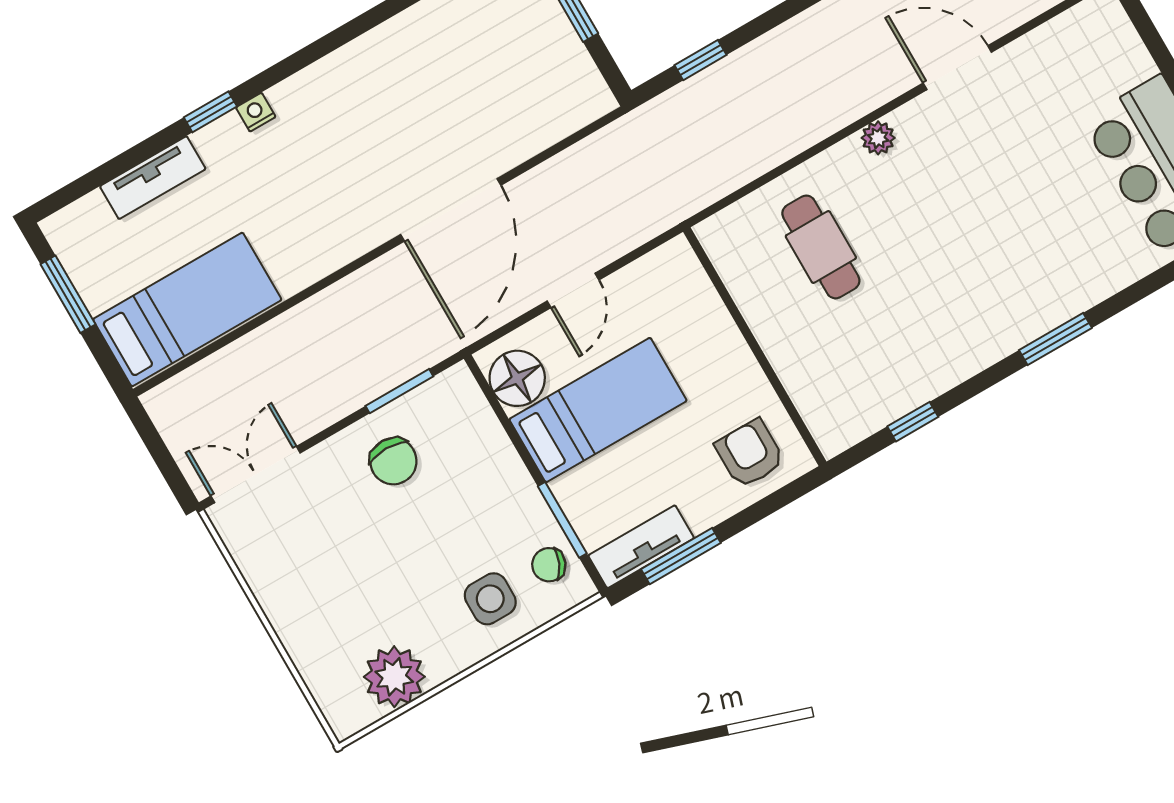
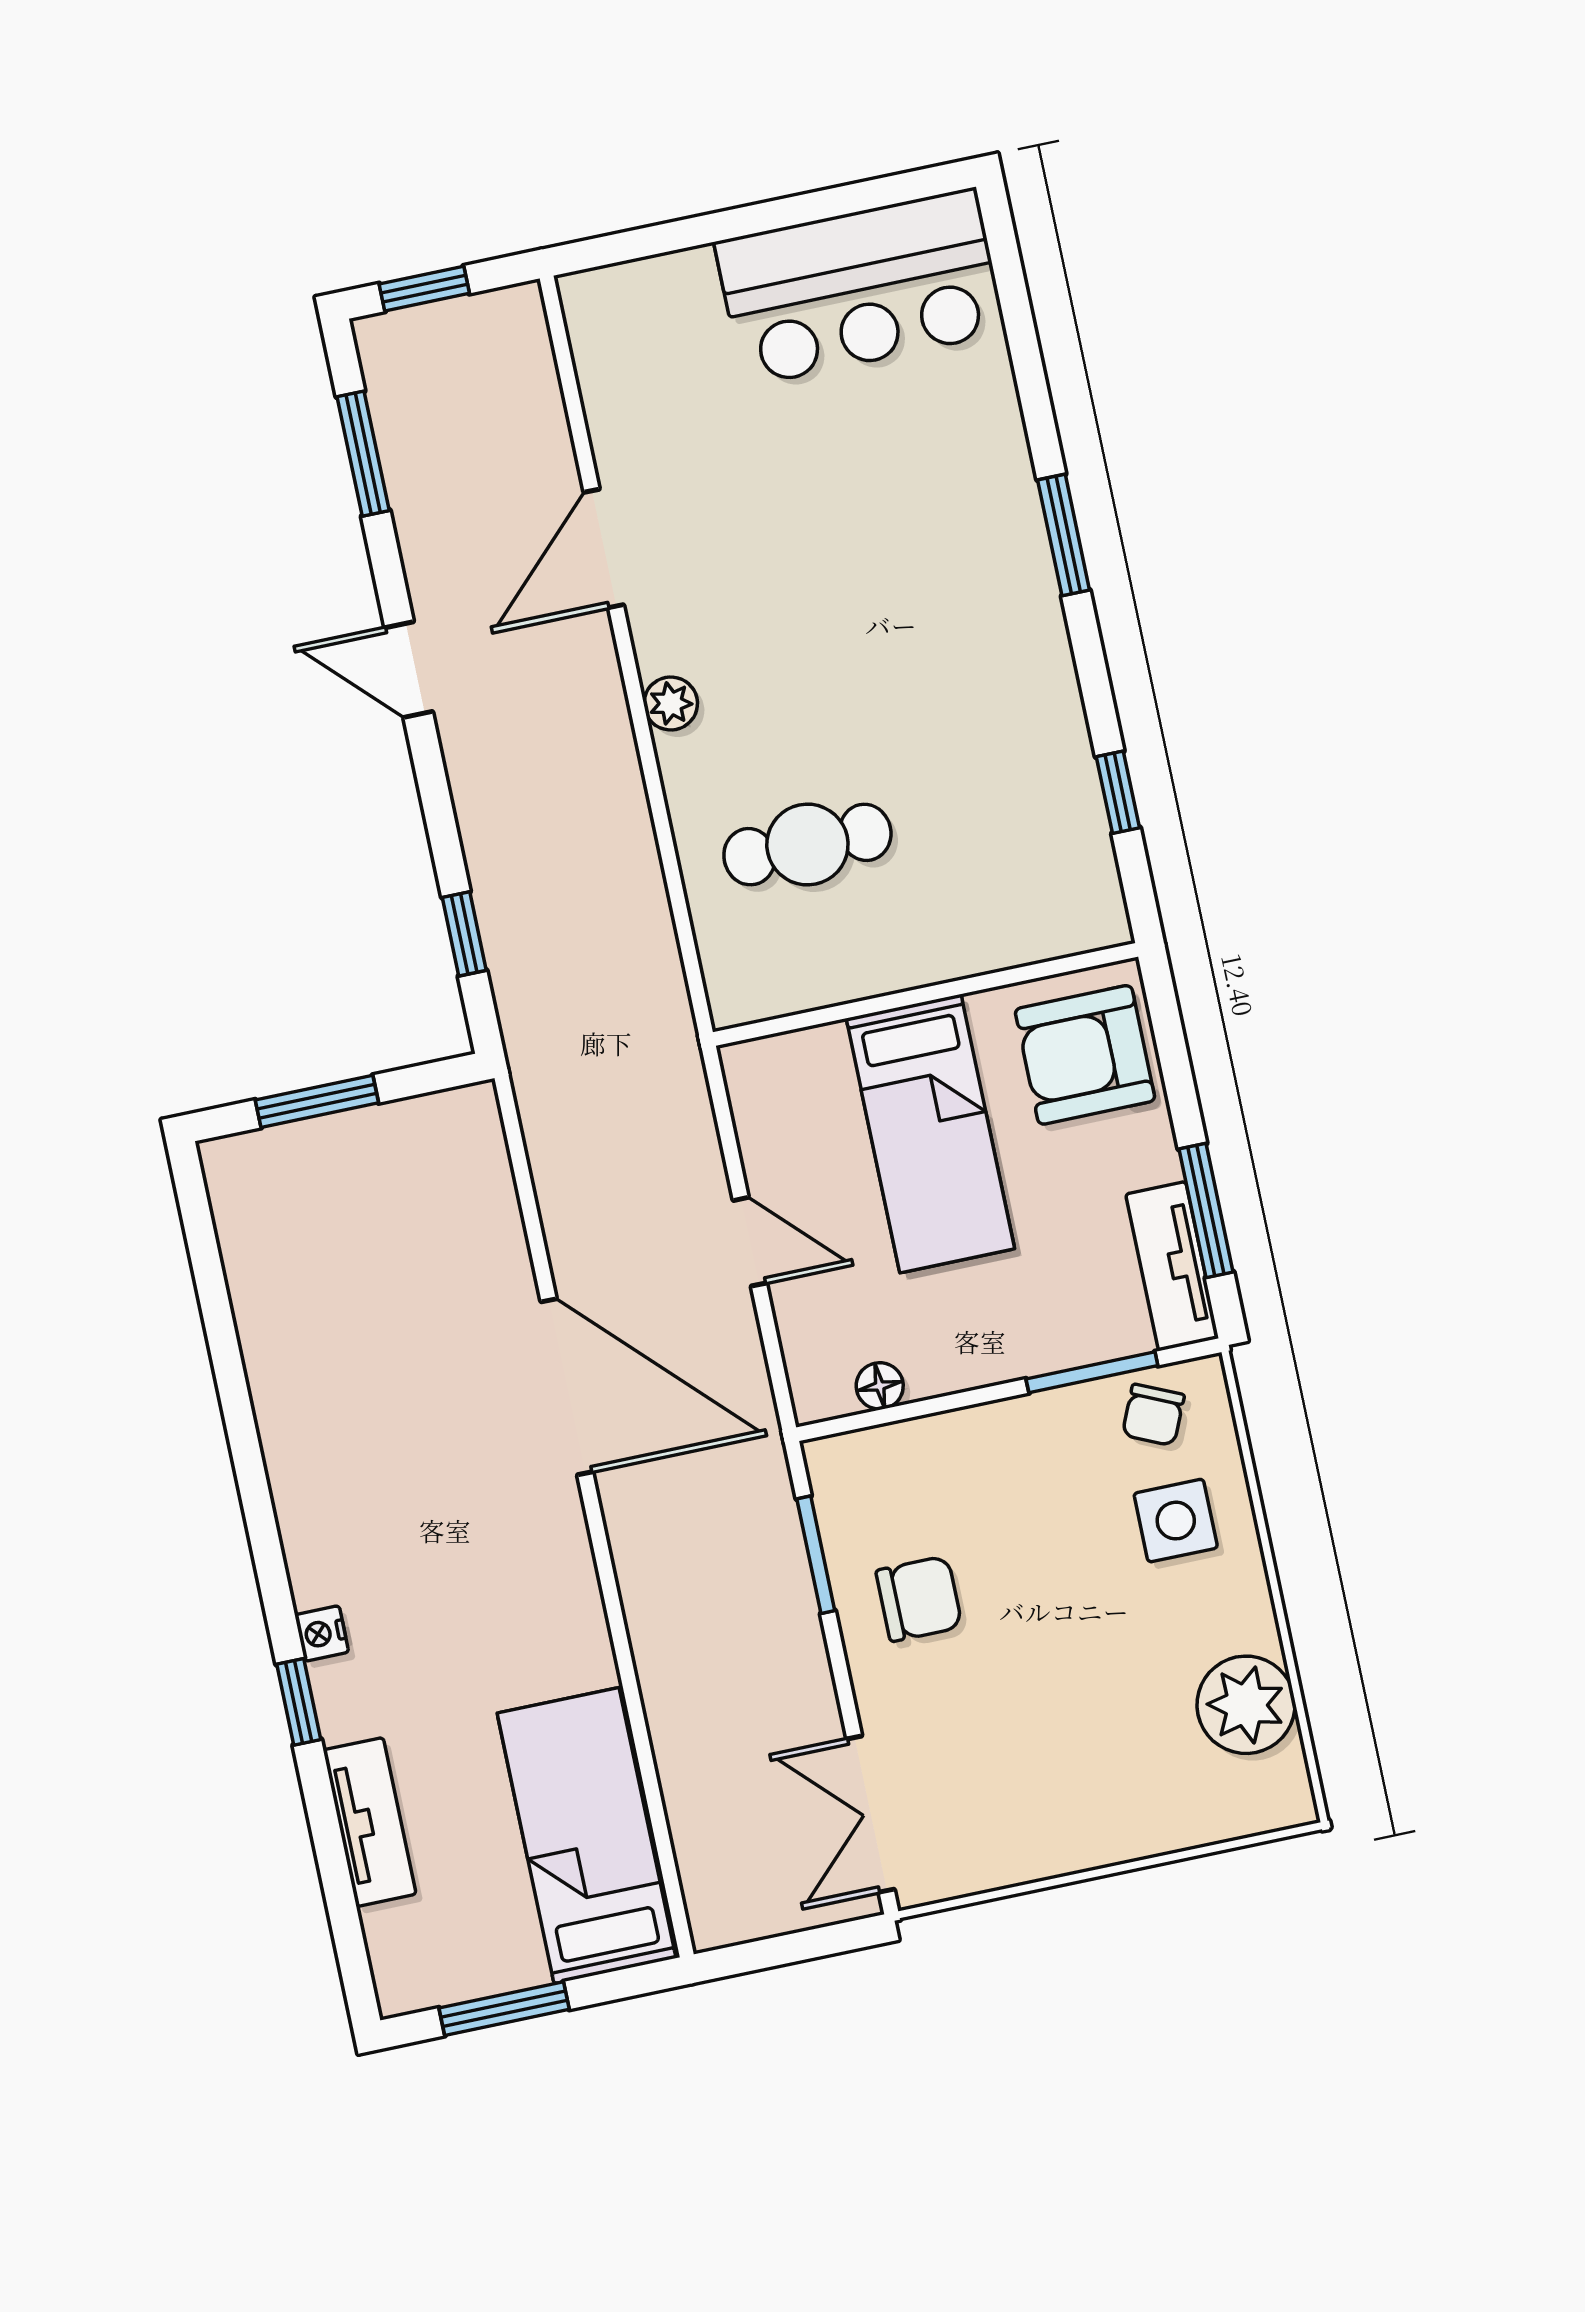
floor lamp: (517, 378) -> (880, 1386), width x0.53, depth x0.53
bed: (598, 410) -> (930, 1134), moved, turned 180
armchair: (750, 454) -> (1085, 1055), width x1.38, depth x1.38

